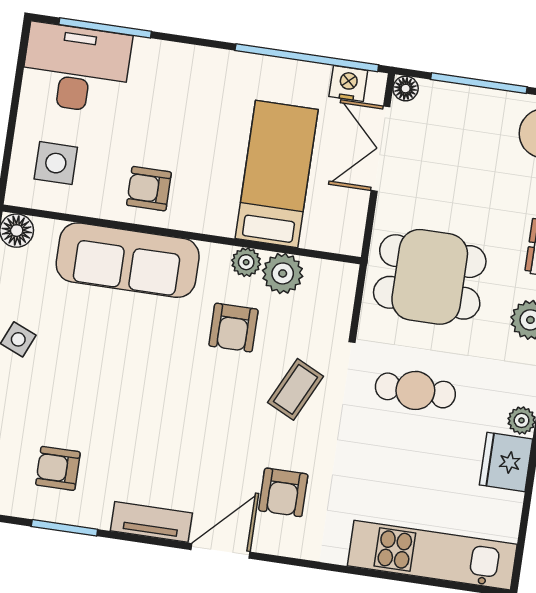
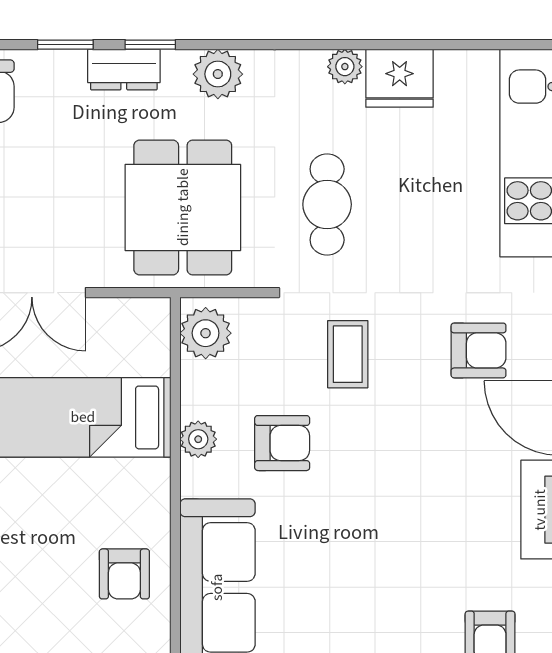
plant: (283, 273) -> (206, 333), moved
coffee table: (296, 389) -> (348, 354), turned 64

